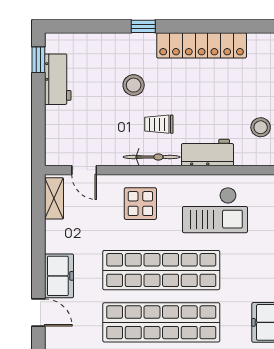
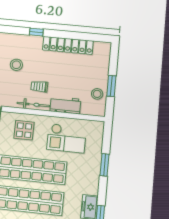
stool: (134, 85) -> (16, 65), moved

